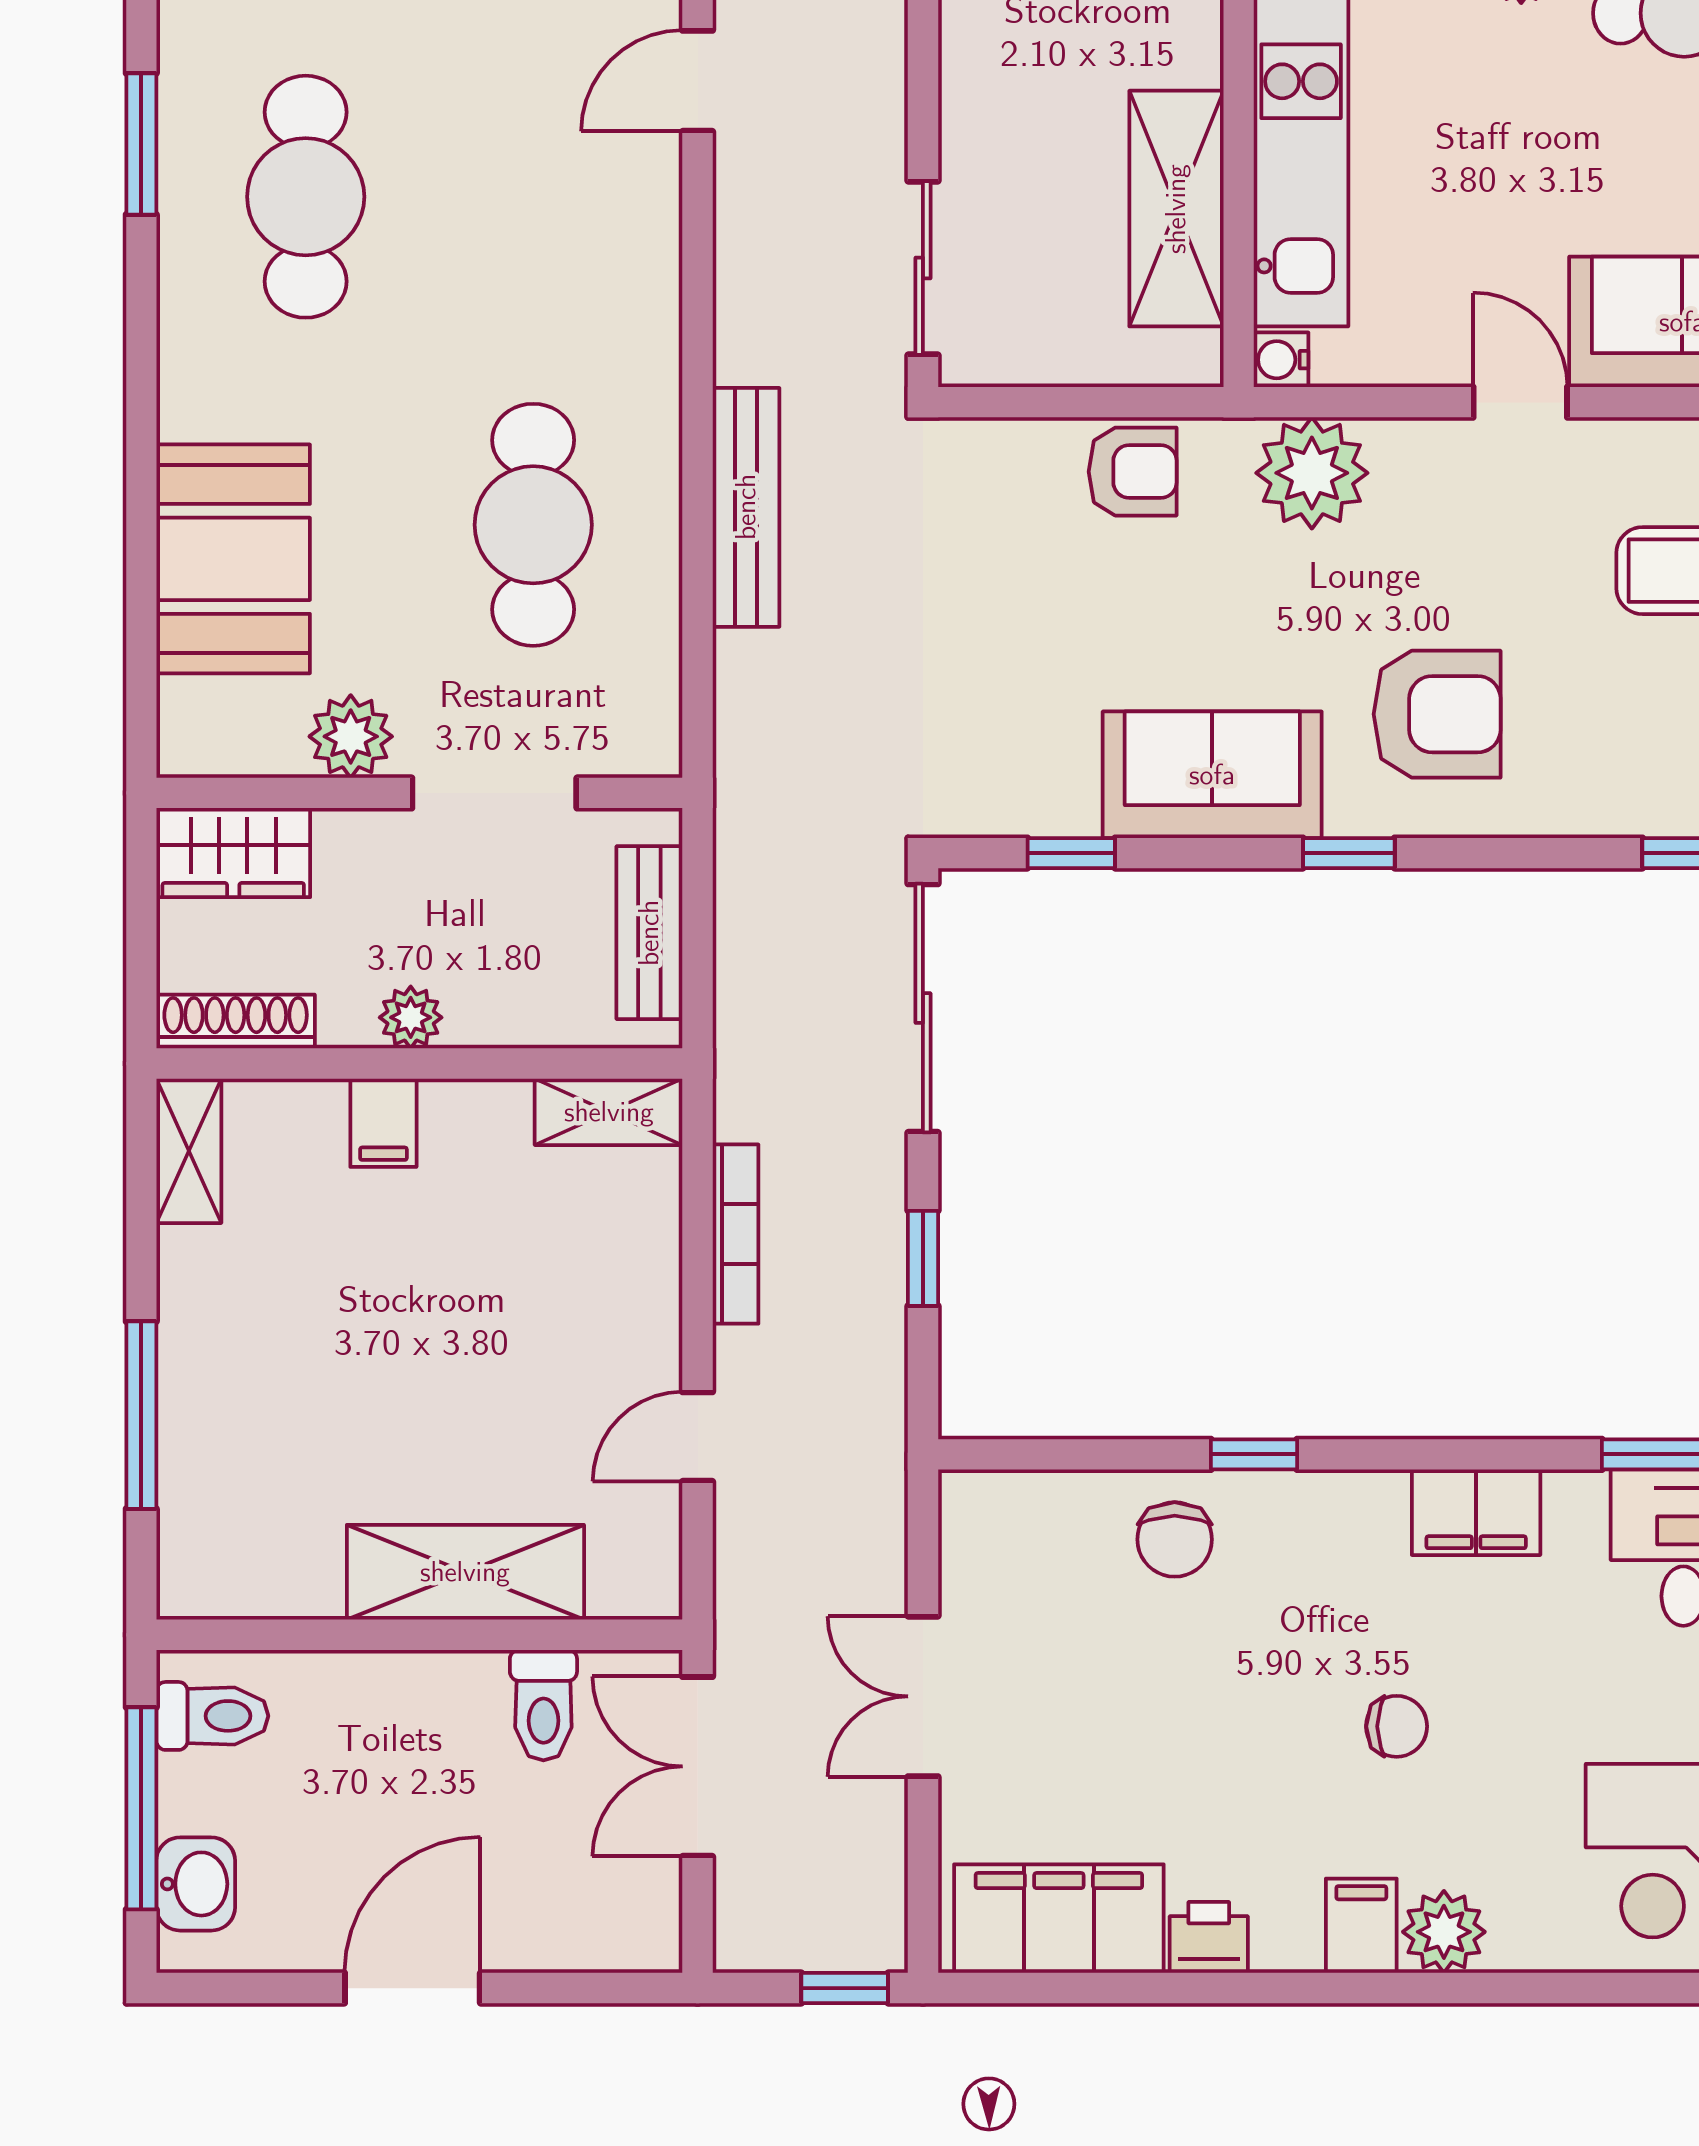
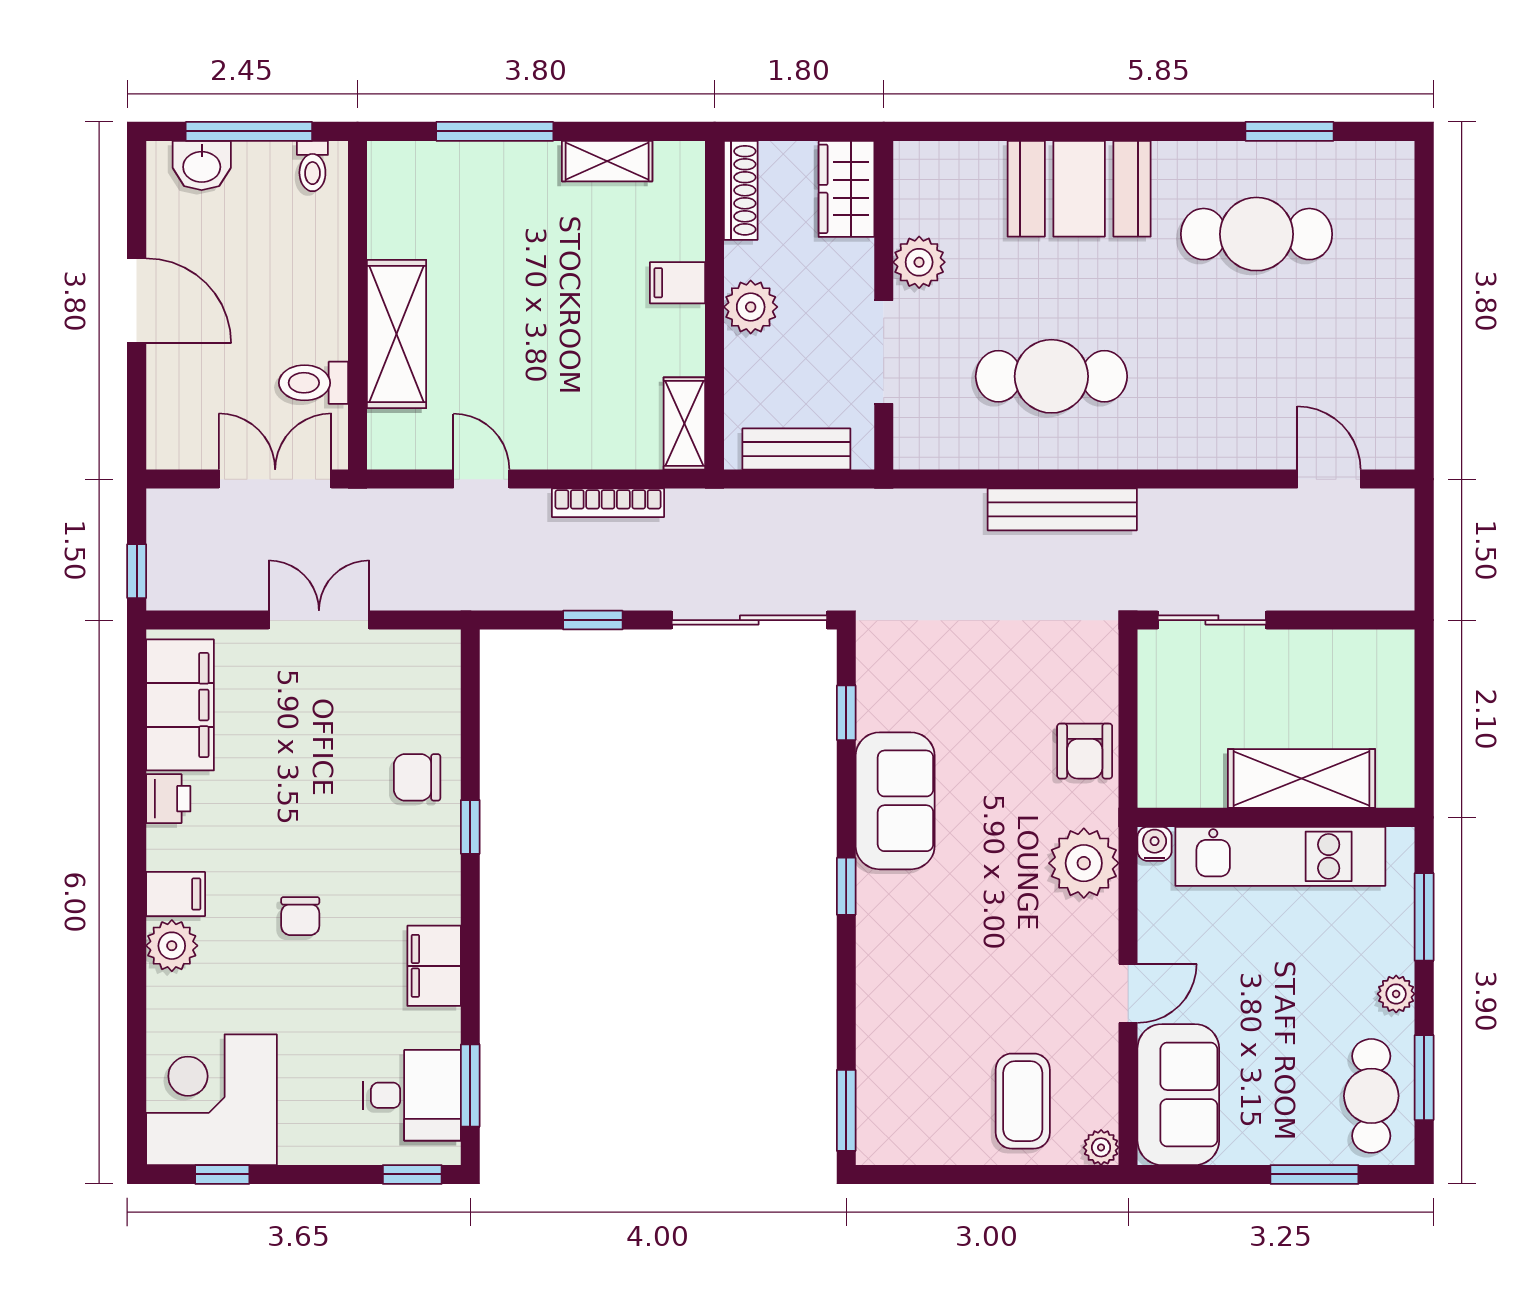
shelving: (1176, 209) -> (1302, 778), moved
booth: (233, 559) -> (1079, 189), moved
armchair: (1437, 714) -> (933, 941), removed
plant: (411, 1017) -> (751, 307), width x1.38, depth x1.38
shelving: (189, 1151) -> (607, 161), moved
toilet: (212, 1716) -> (312, 166), width x0.73, depth x0.72

